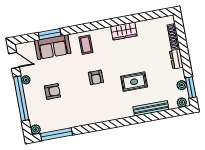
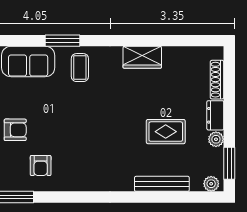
window: (50, 34) -> (63, 41), moved
armchair: (96, 77) -> (41, 165), moved
rug: (134, 82) -> (166, 132), moved
plant: (182, 85) -> (216, 139), moved

